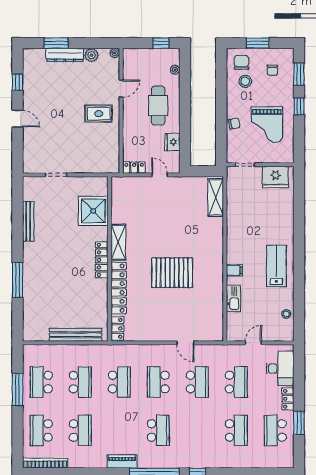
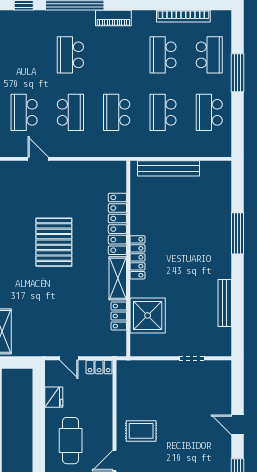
pallet: (172, 273) -> (54, 242), turned 90
locker: (117, 328) -> (119, 316), moved
school desk: (41, 382) -> (209, 112), turned 180
window: (17, 389) -> (237, 73), moved
bookcase: (45, 463) -> (183, 16), moved

